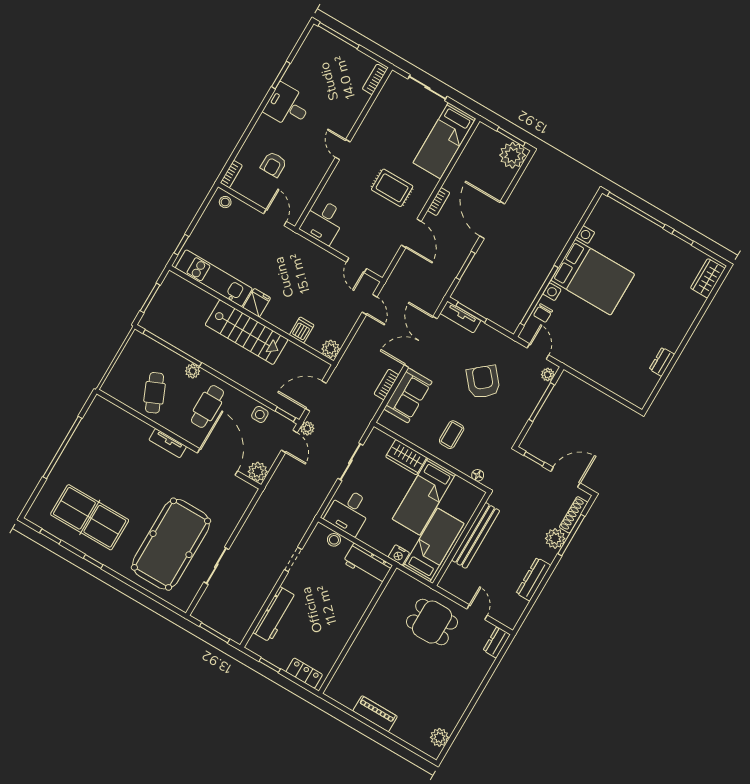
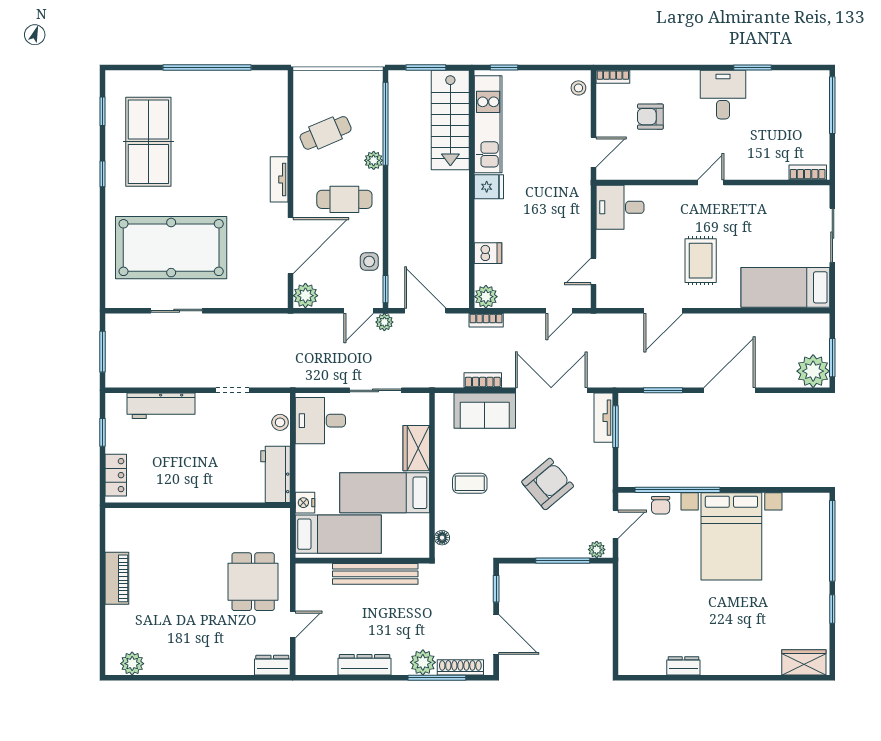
bookcase: (439, 202) -> (486, 320), moved
chair: (543, 313) -> (661, 505), turned -90
stairs: (247, 332) -> (450, 120), moved

